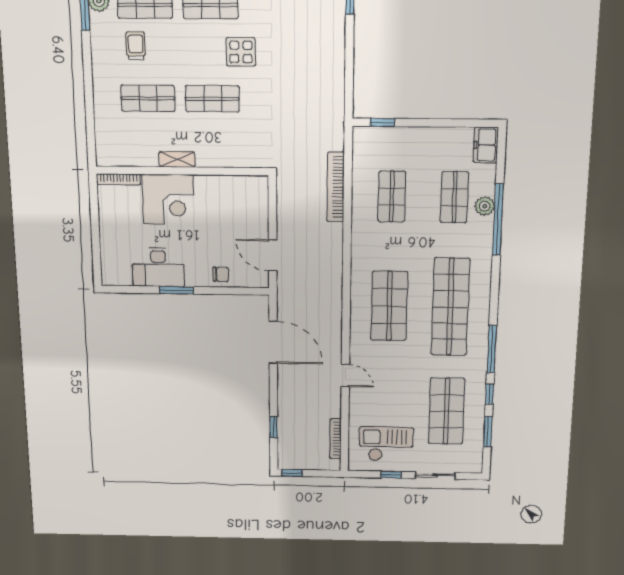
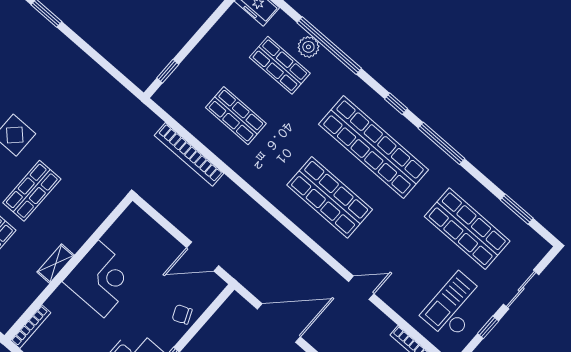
corner desk: (168, 199) -> (101, 279), moved
chair: (221, 274) -> (182, 314), turned -113
window: (490, 394) -> (396, 104), moved

